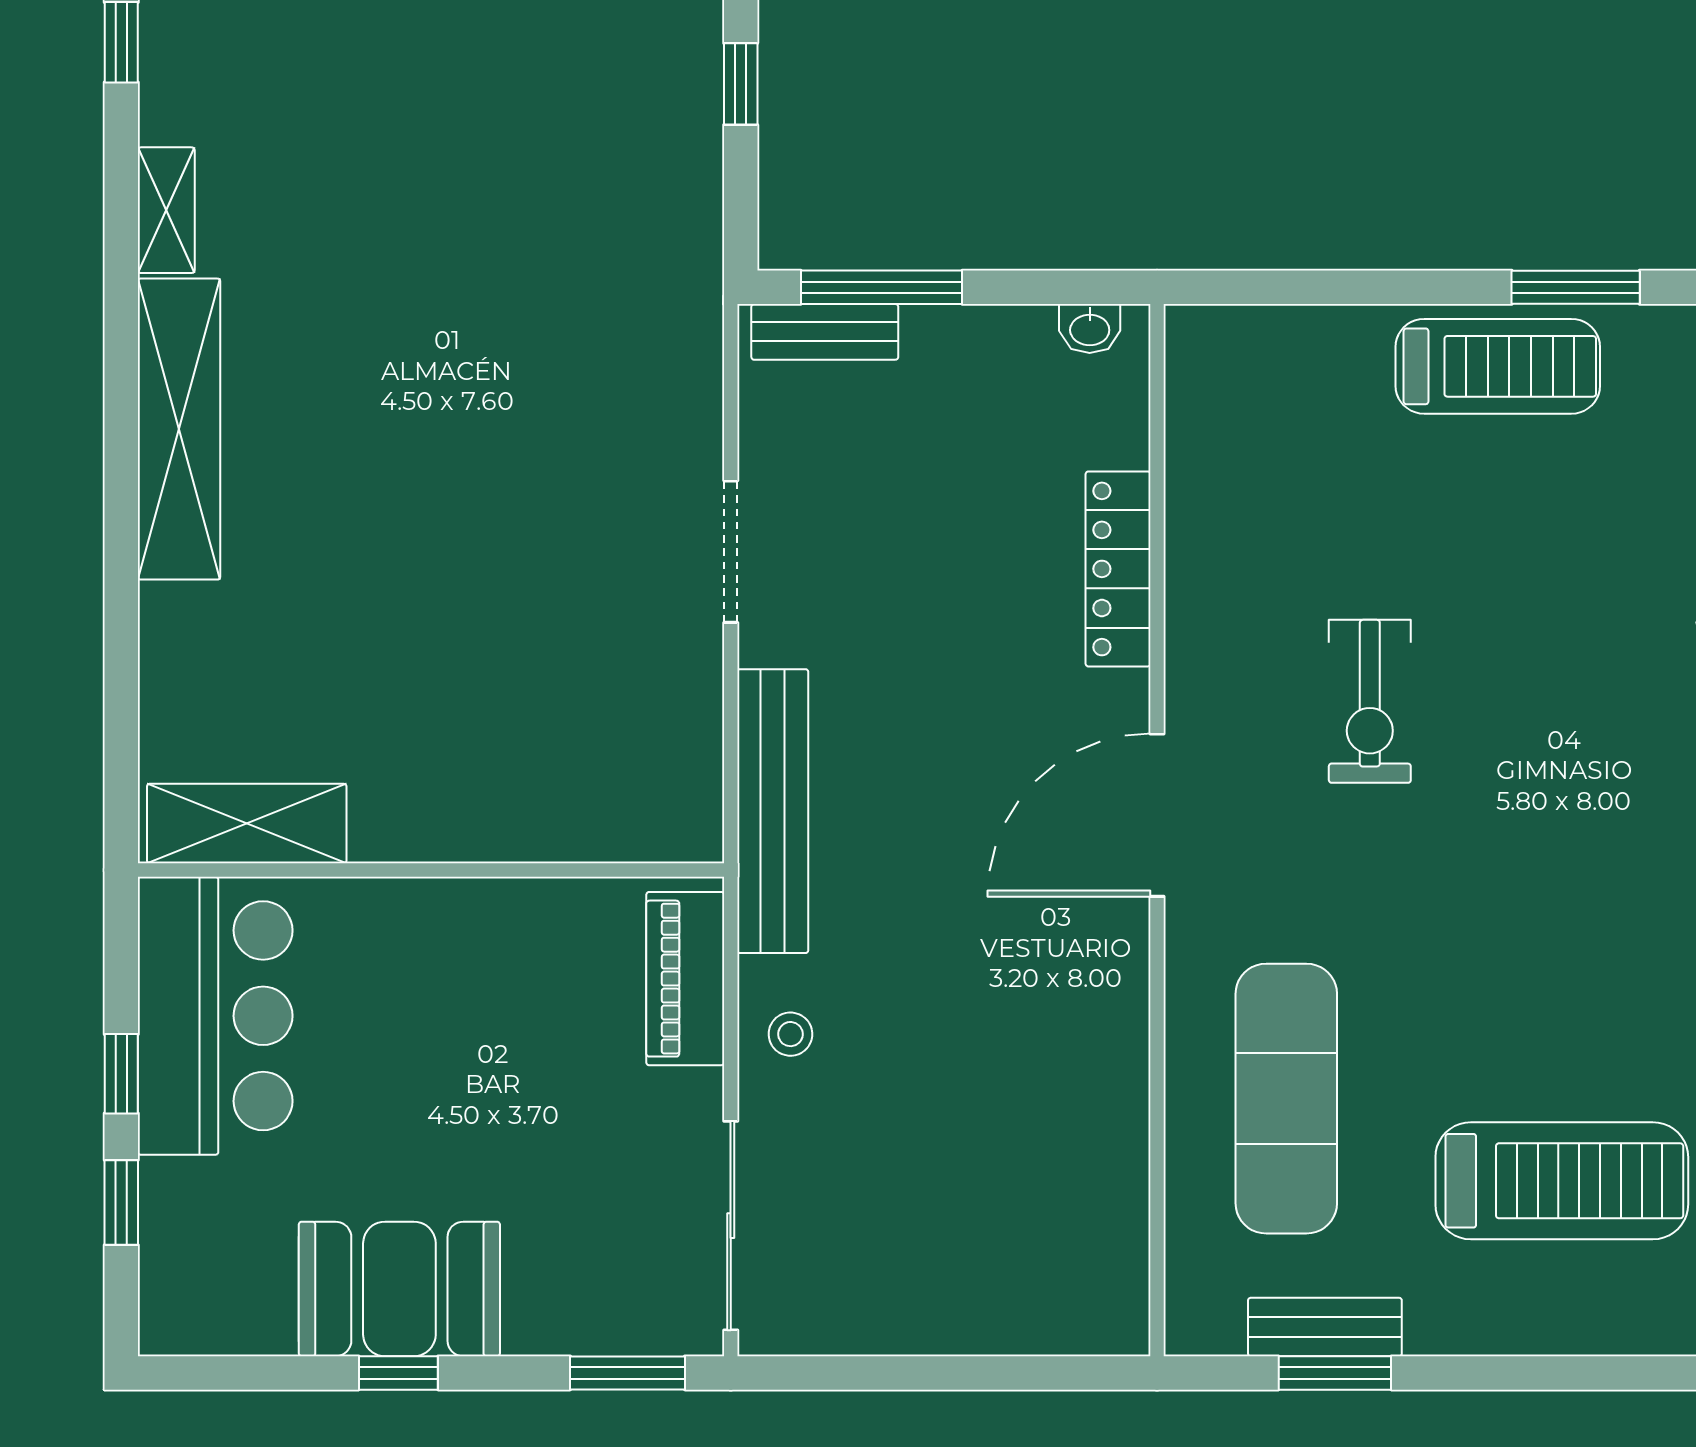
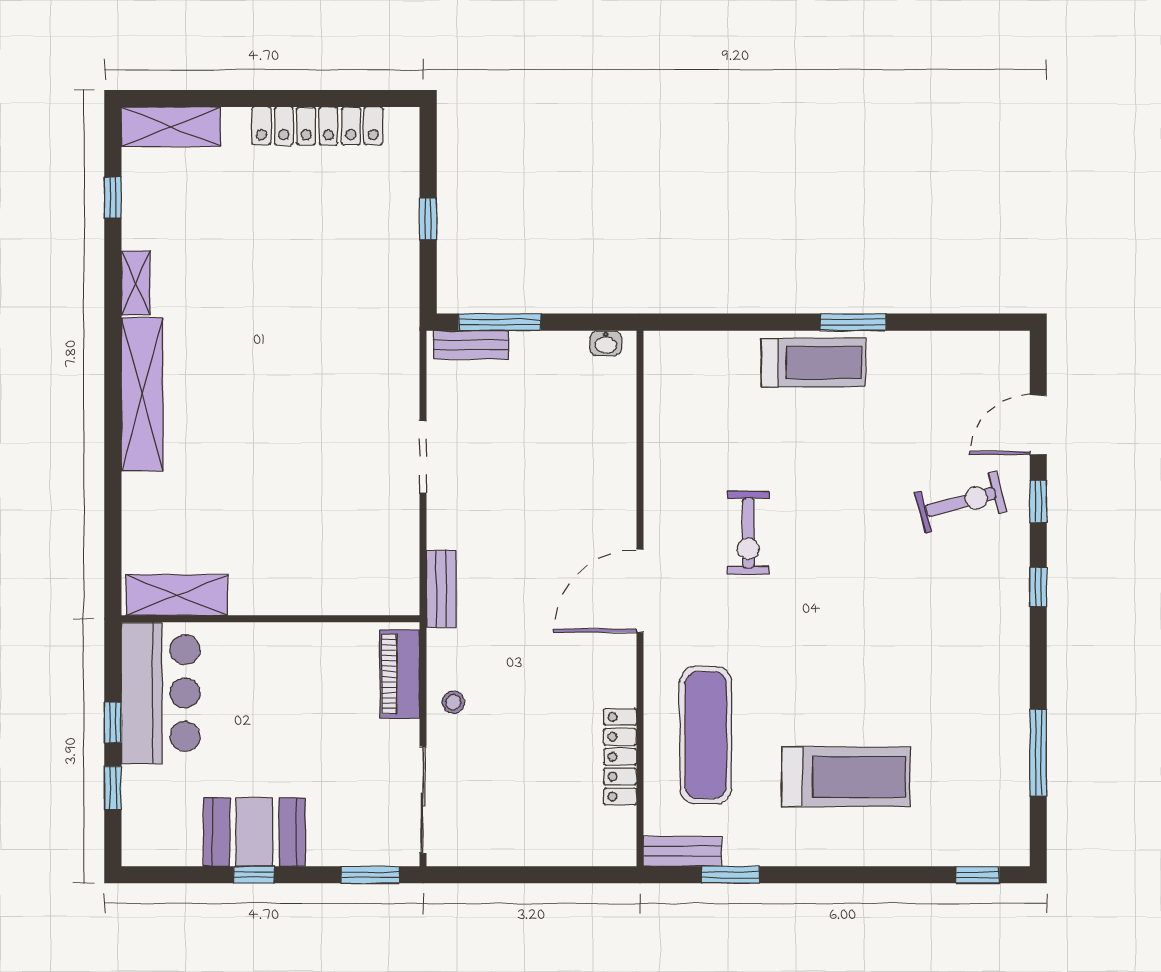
locker: (1118, 569) -> (620, 757), moved
bench: (773, 811) -> (441, 589), width x0.54, depth x0.82
bench: (1325, 1327) -> (682, 851), moved

